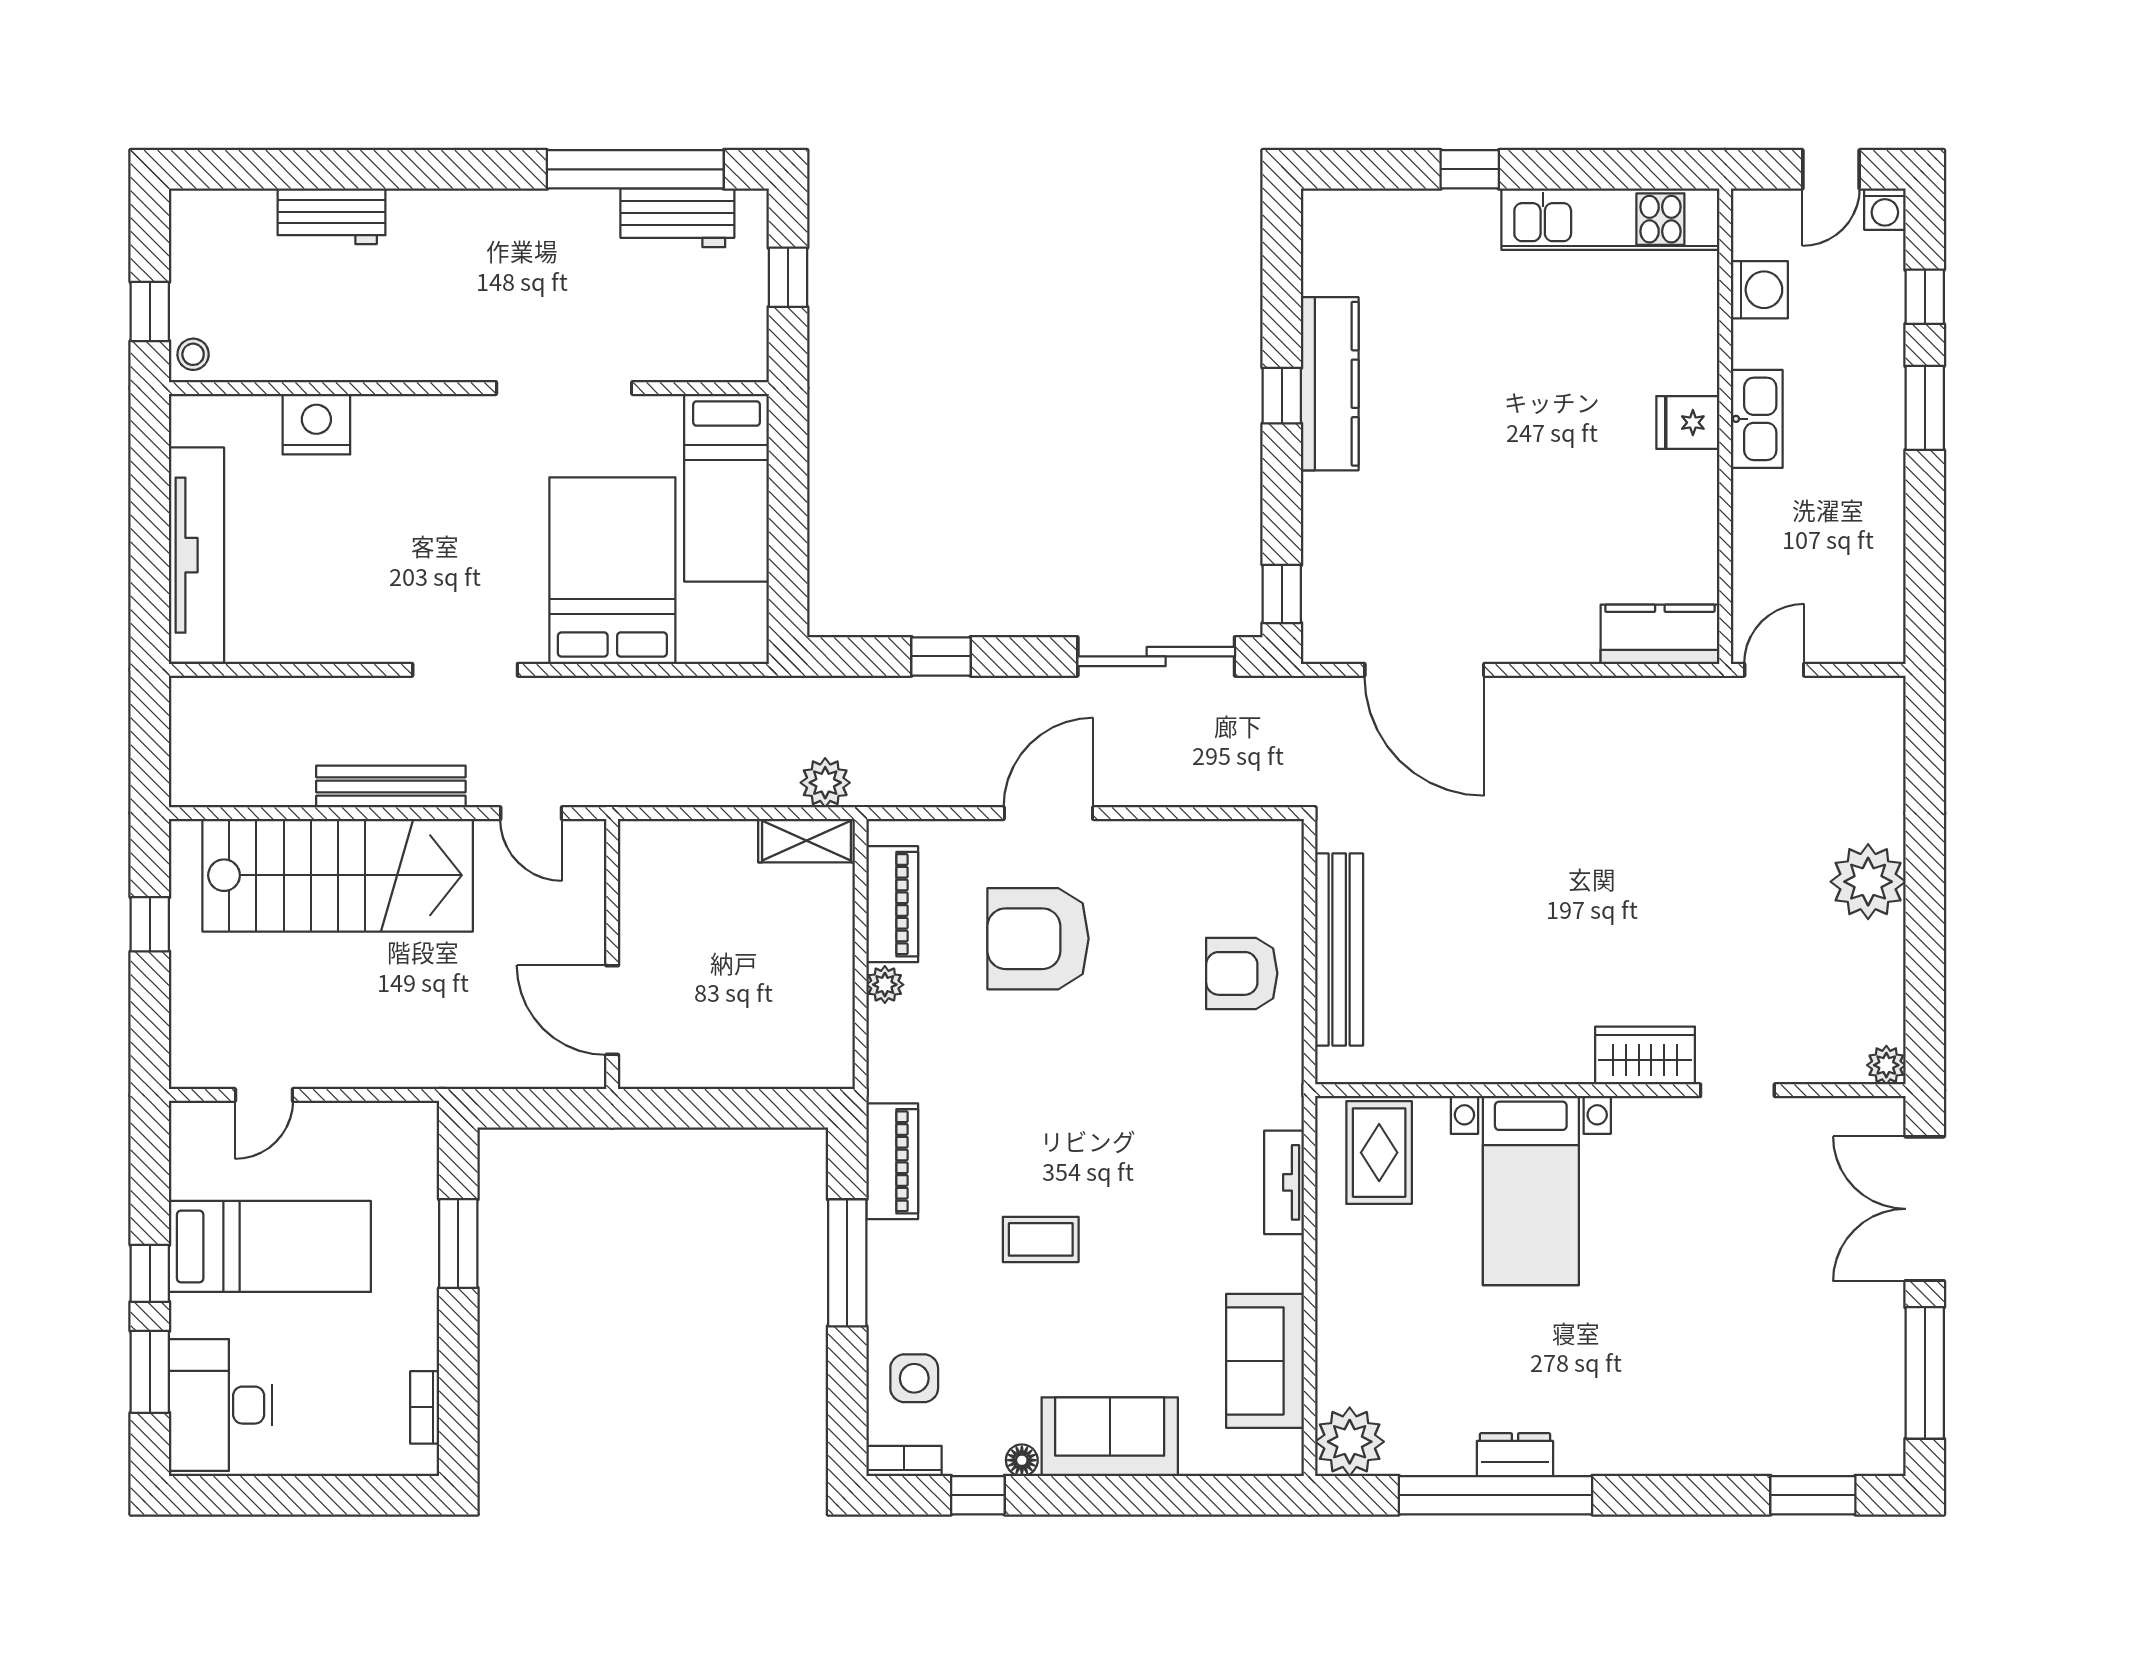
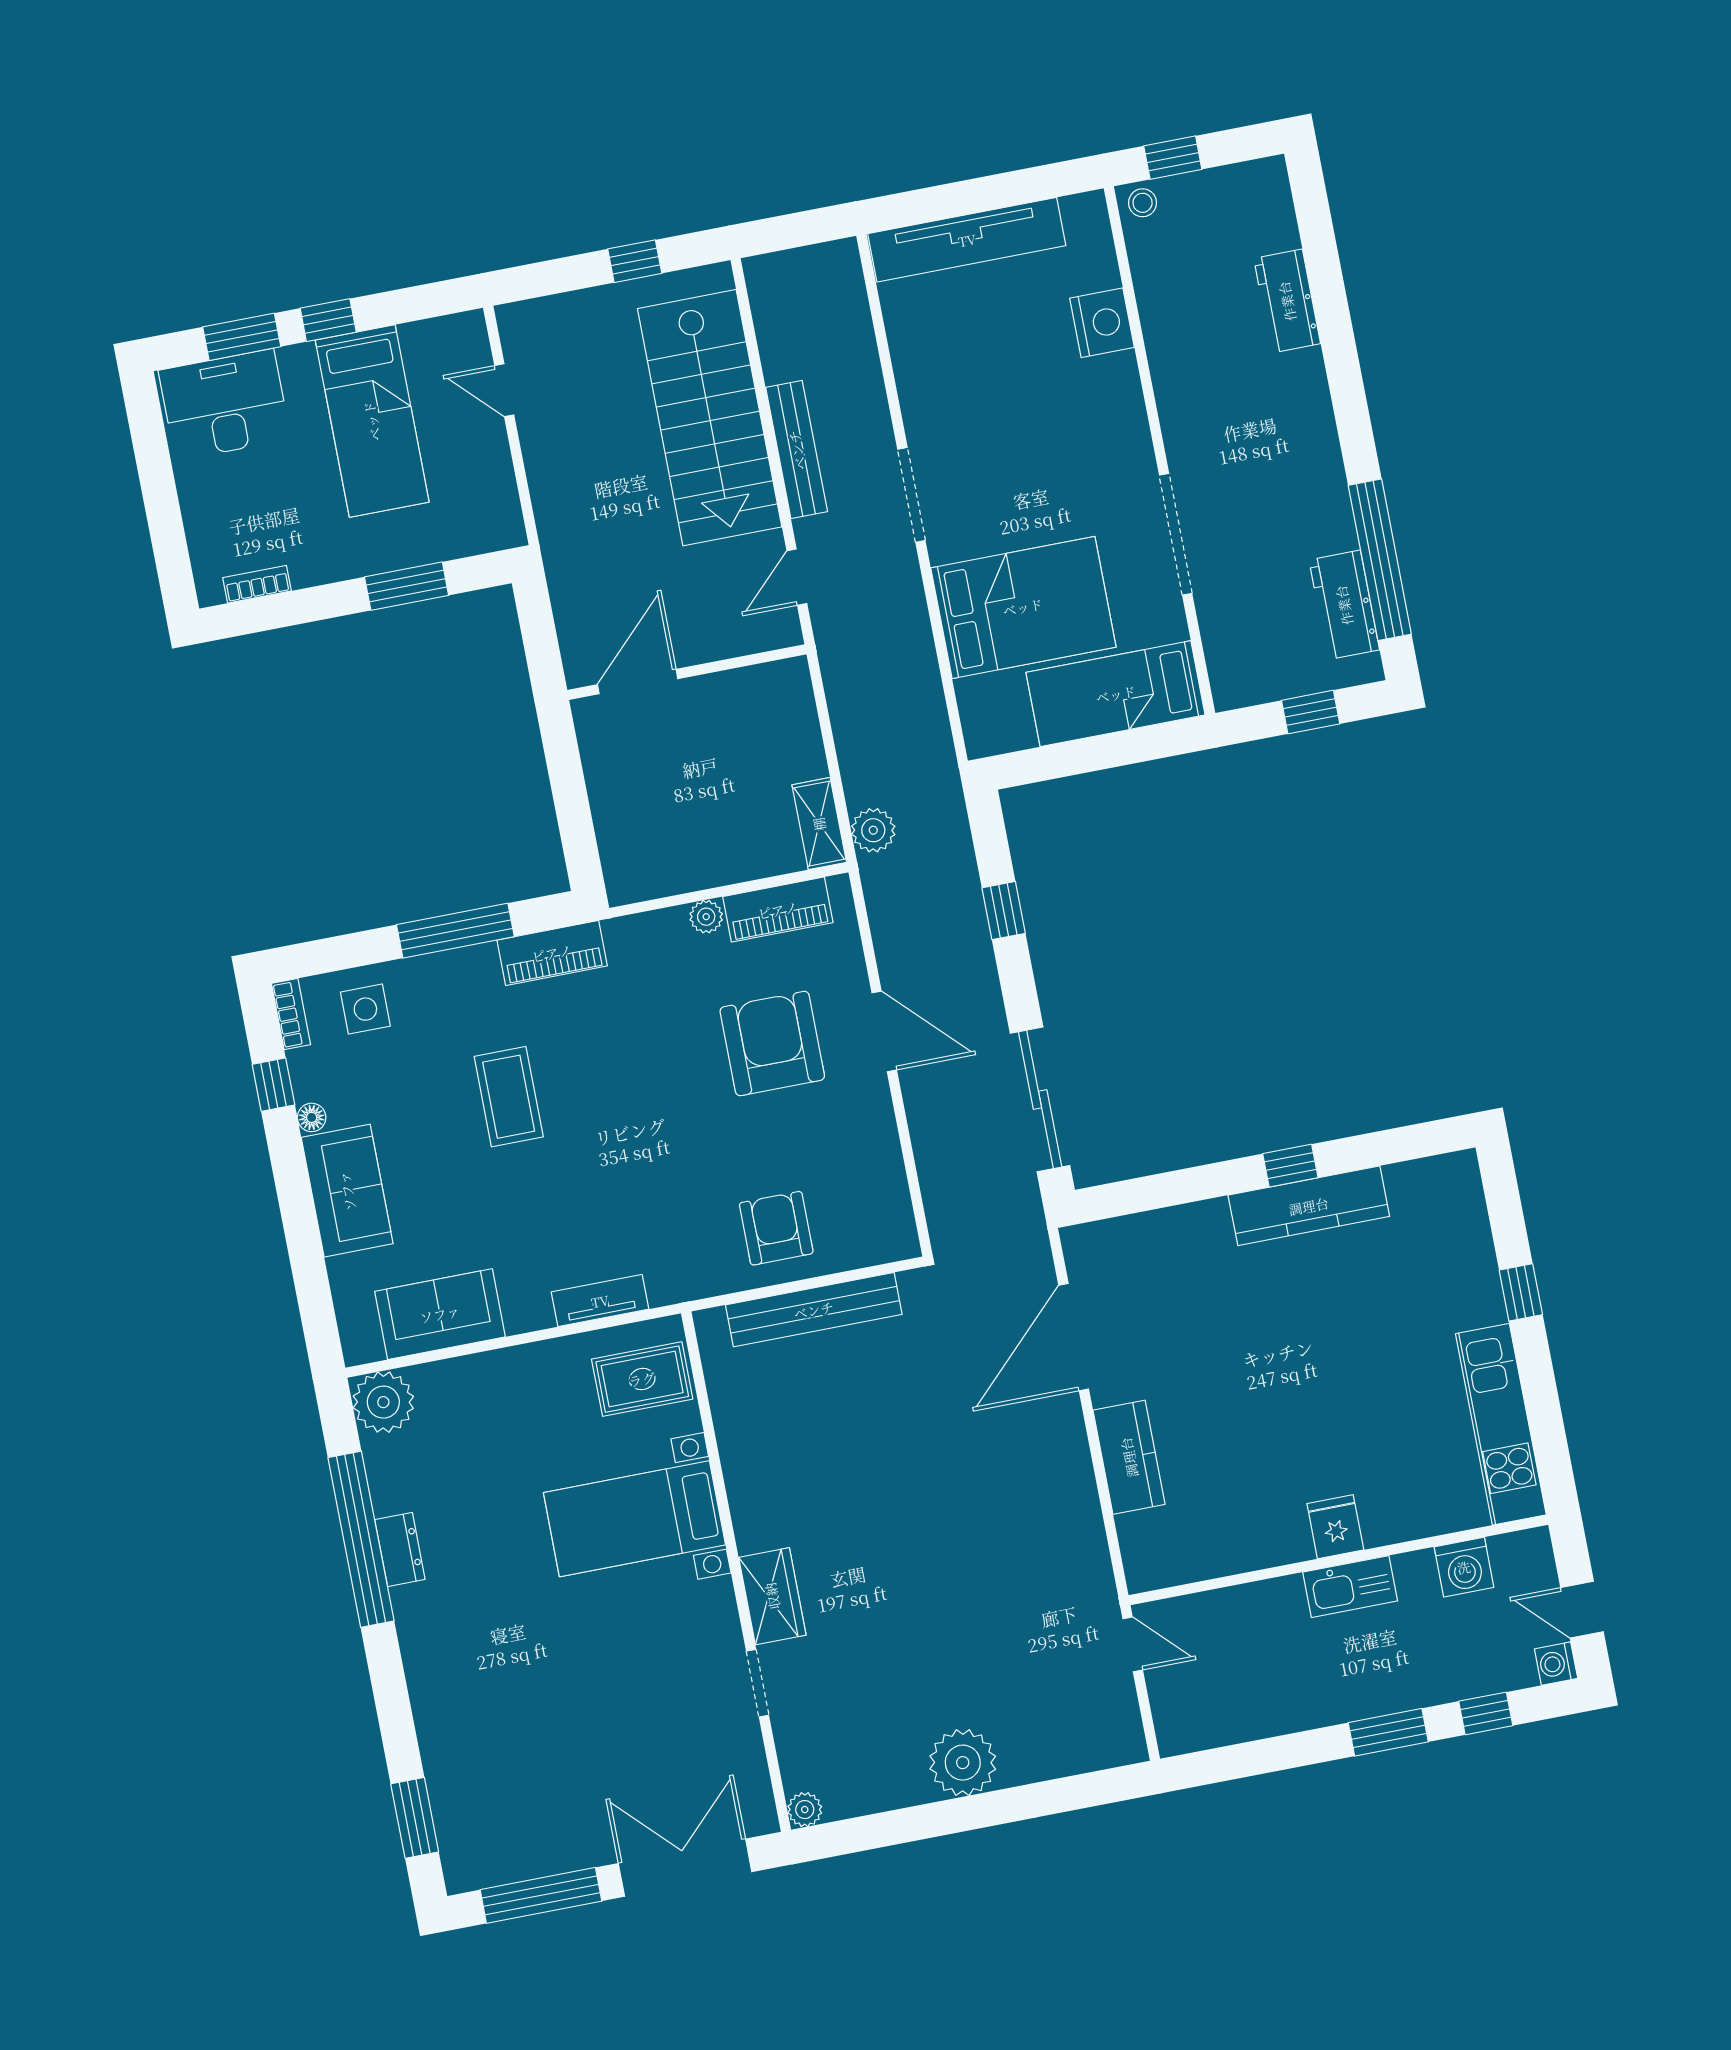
window: (1282, 594) -> (1116, 1199), removed
kitchen counter: (1660, 634) -> (1129, 1457), moved
coffee table: (1041, 1239) -> (509, 1097), width x1.36, depth x1.30

